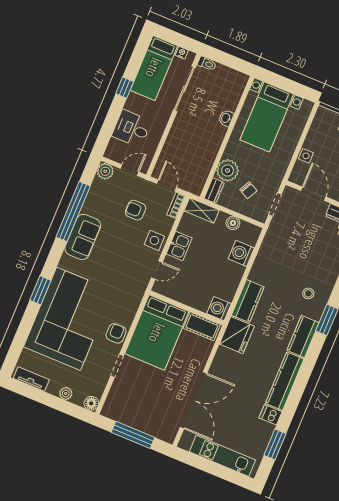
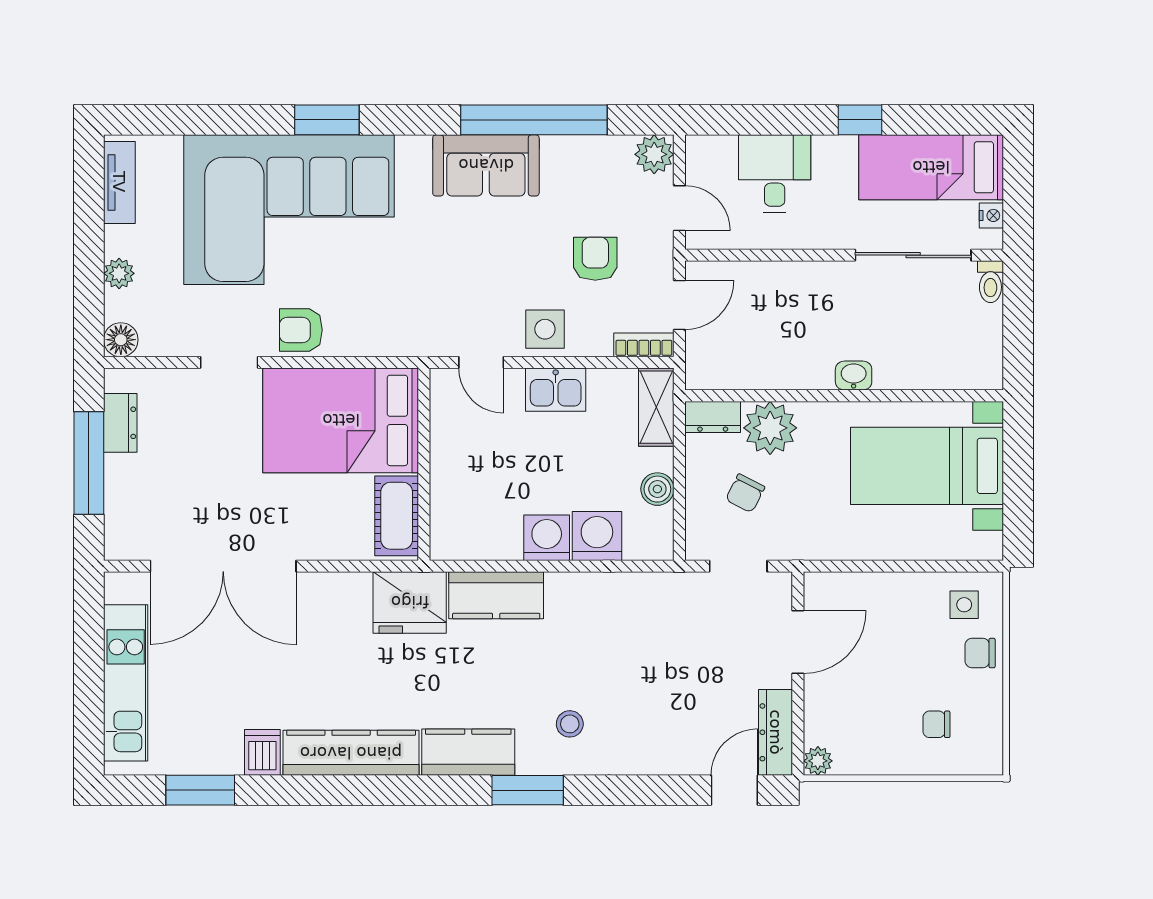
washbasin: (226, 118) -> (854, 376), moved
side table: (306, 156) -> (964, 605), moved
washing machine: (219, 309) -> (547, 538), moved
armchair: (116, 333) -> (301, 330), turned 180
dresser: (123, 417) -> (120, 423), added

